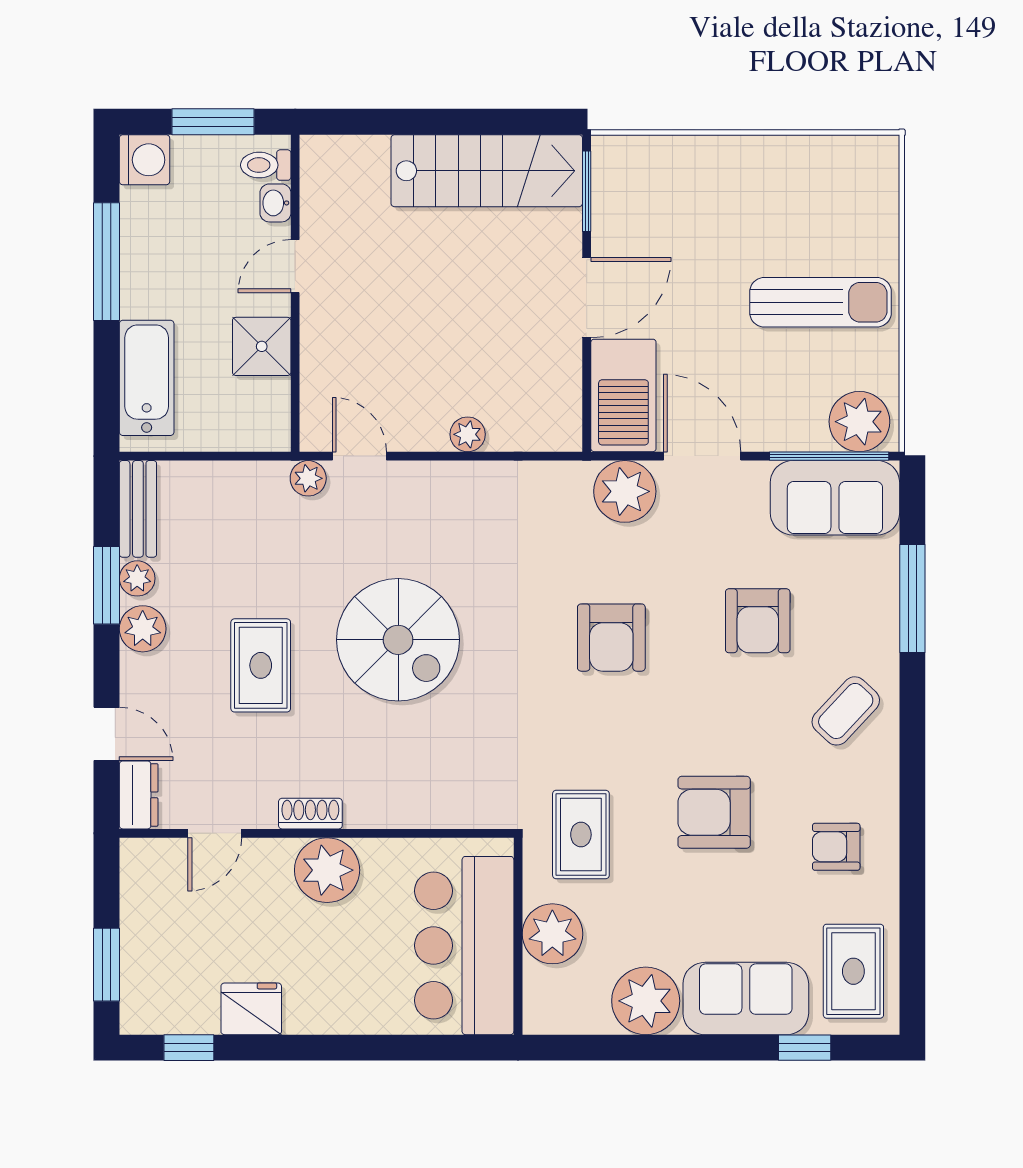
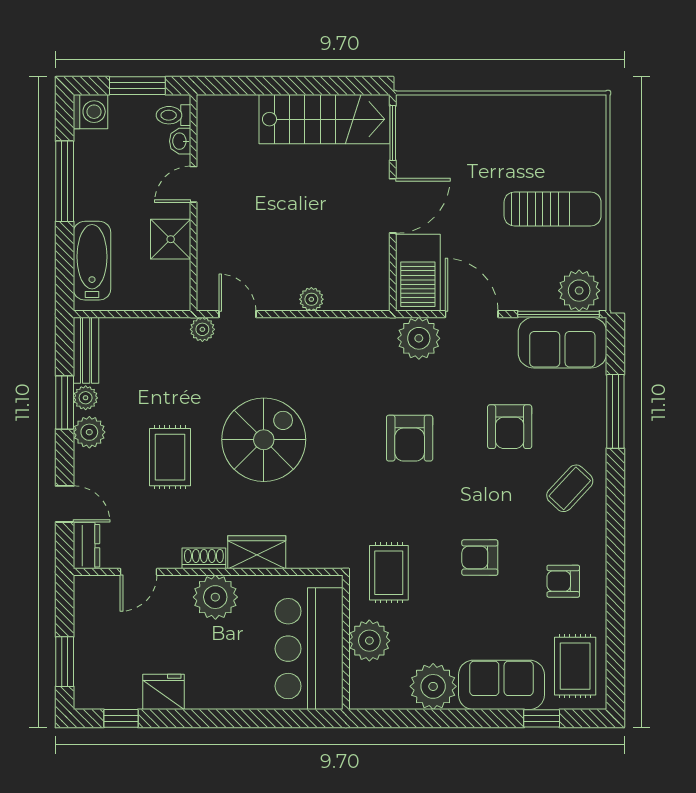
spiral stairs: (398, 640) -> (264, 440), turned -90
wardrobe: (388, 805) -> (257, 552), added
armchair: (714, 812) -> (480, 558), width x0.72, depth x0.72

